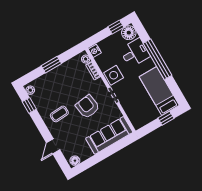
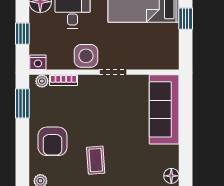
window: (116, 27) -> (22, 34), moved
window: (51, 65) -> (22, 103), moved
armchair: (88, 107) -> (52, 141), moved, turned -82

